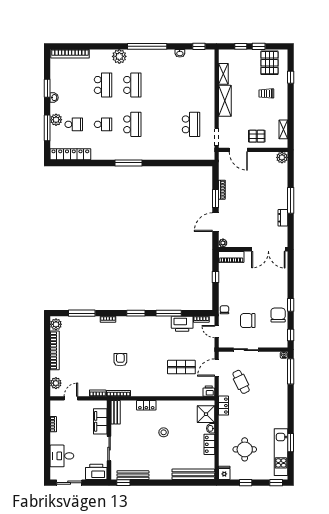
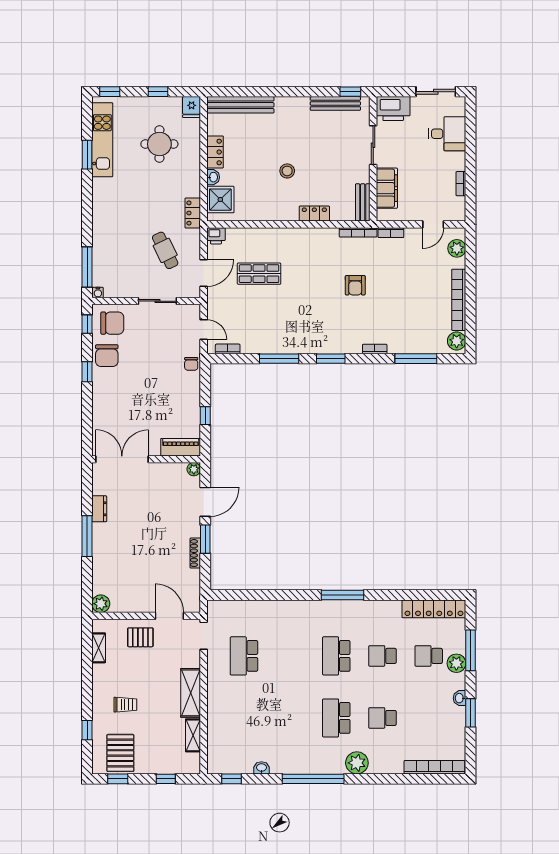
window: (259, 46) -> (118, 779), moved
school desk: (103, 85) -> (382, 718), width x0.54
chair: (248, 321) -> (112, 323), moved
printer: (182, 324) -> (258, 342), removed

